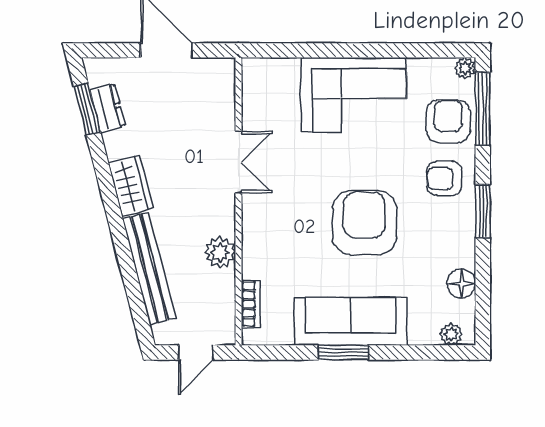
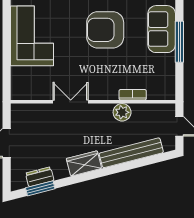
bookcase: (251, 304) -> (133, 95), moved
sofa: (351, 322) -> (162, 29), width x0.73
window: (343, 353) -> (179, 42), width x1.44

